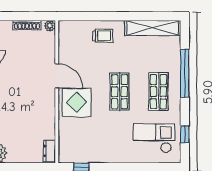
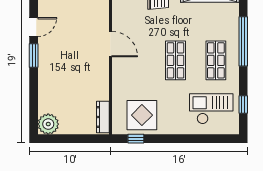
display table: (77, 102) -> (142, 115), moved
dresser: (49, 151) -> (103, 117), width x1.44

